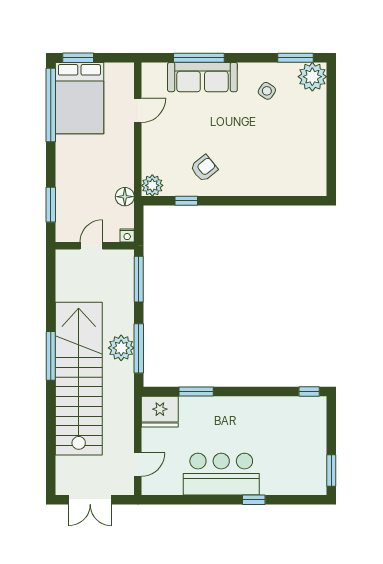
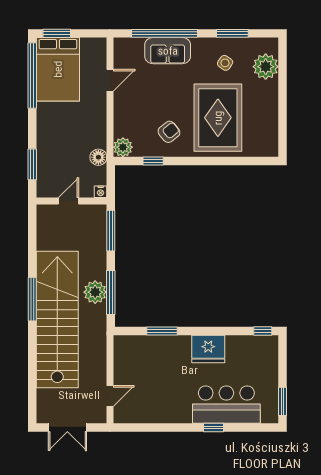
window: (199, 58) -> (164, 33), width x1.46
window: (295, 58) -> (232, 33), moved
sofa: (202, 77) -> (168, 51), width x0.73
plant: (312, 77) -> (266, 67), moved
rug: (259, 152) -> (218, 118), added
fridge: (160, 412) -> (208, 349), moved
bar counter: (221, 474) -> (226, 405), moved

